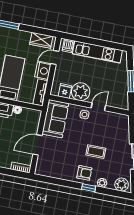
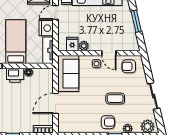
plant: (81, 92) -> (84, 46), width x0.53, depth x0.53
door: (98, 107) -> (109, 53), swing flipped
armchair: (115, 123) -> (129, 66), added

